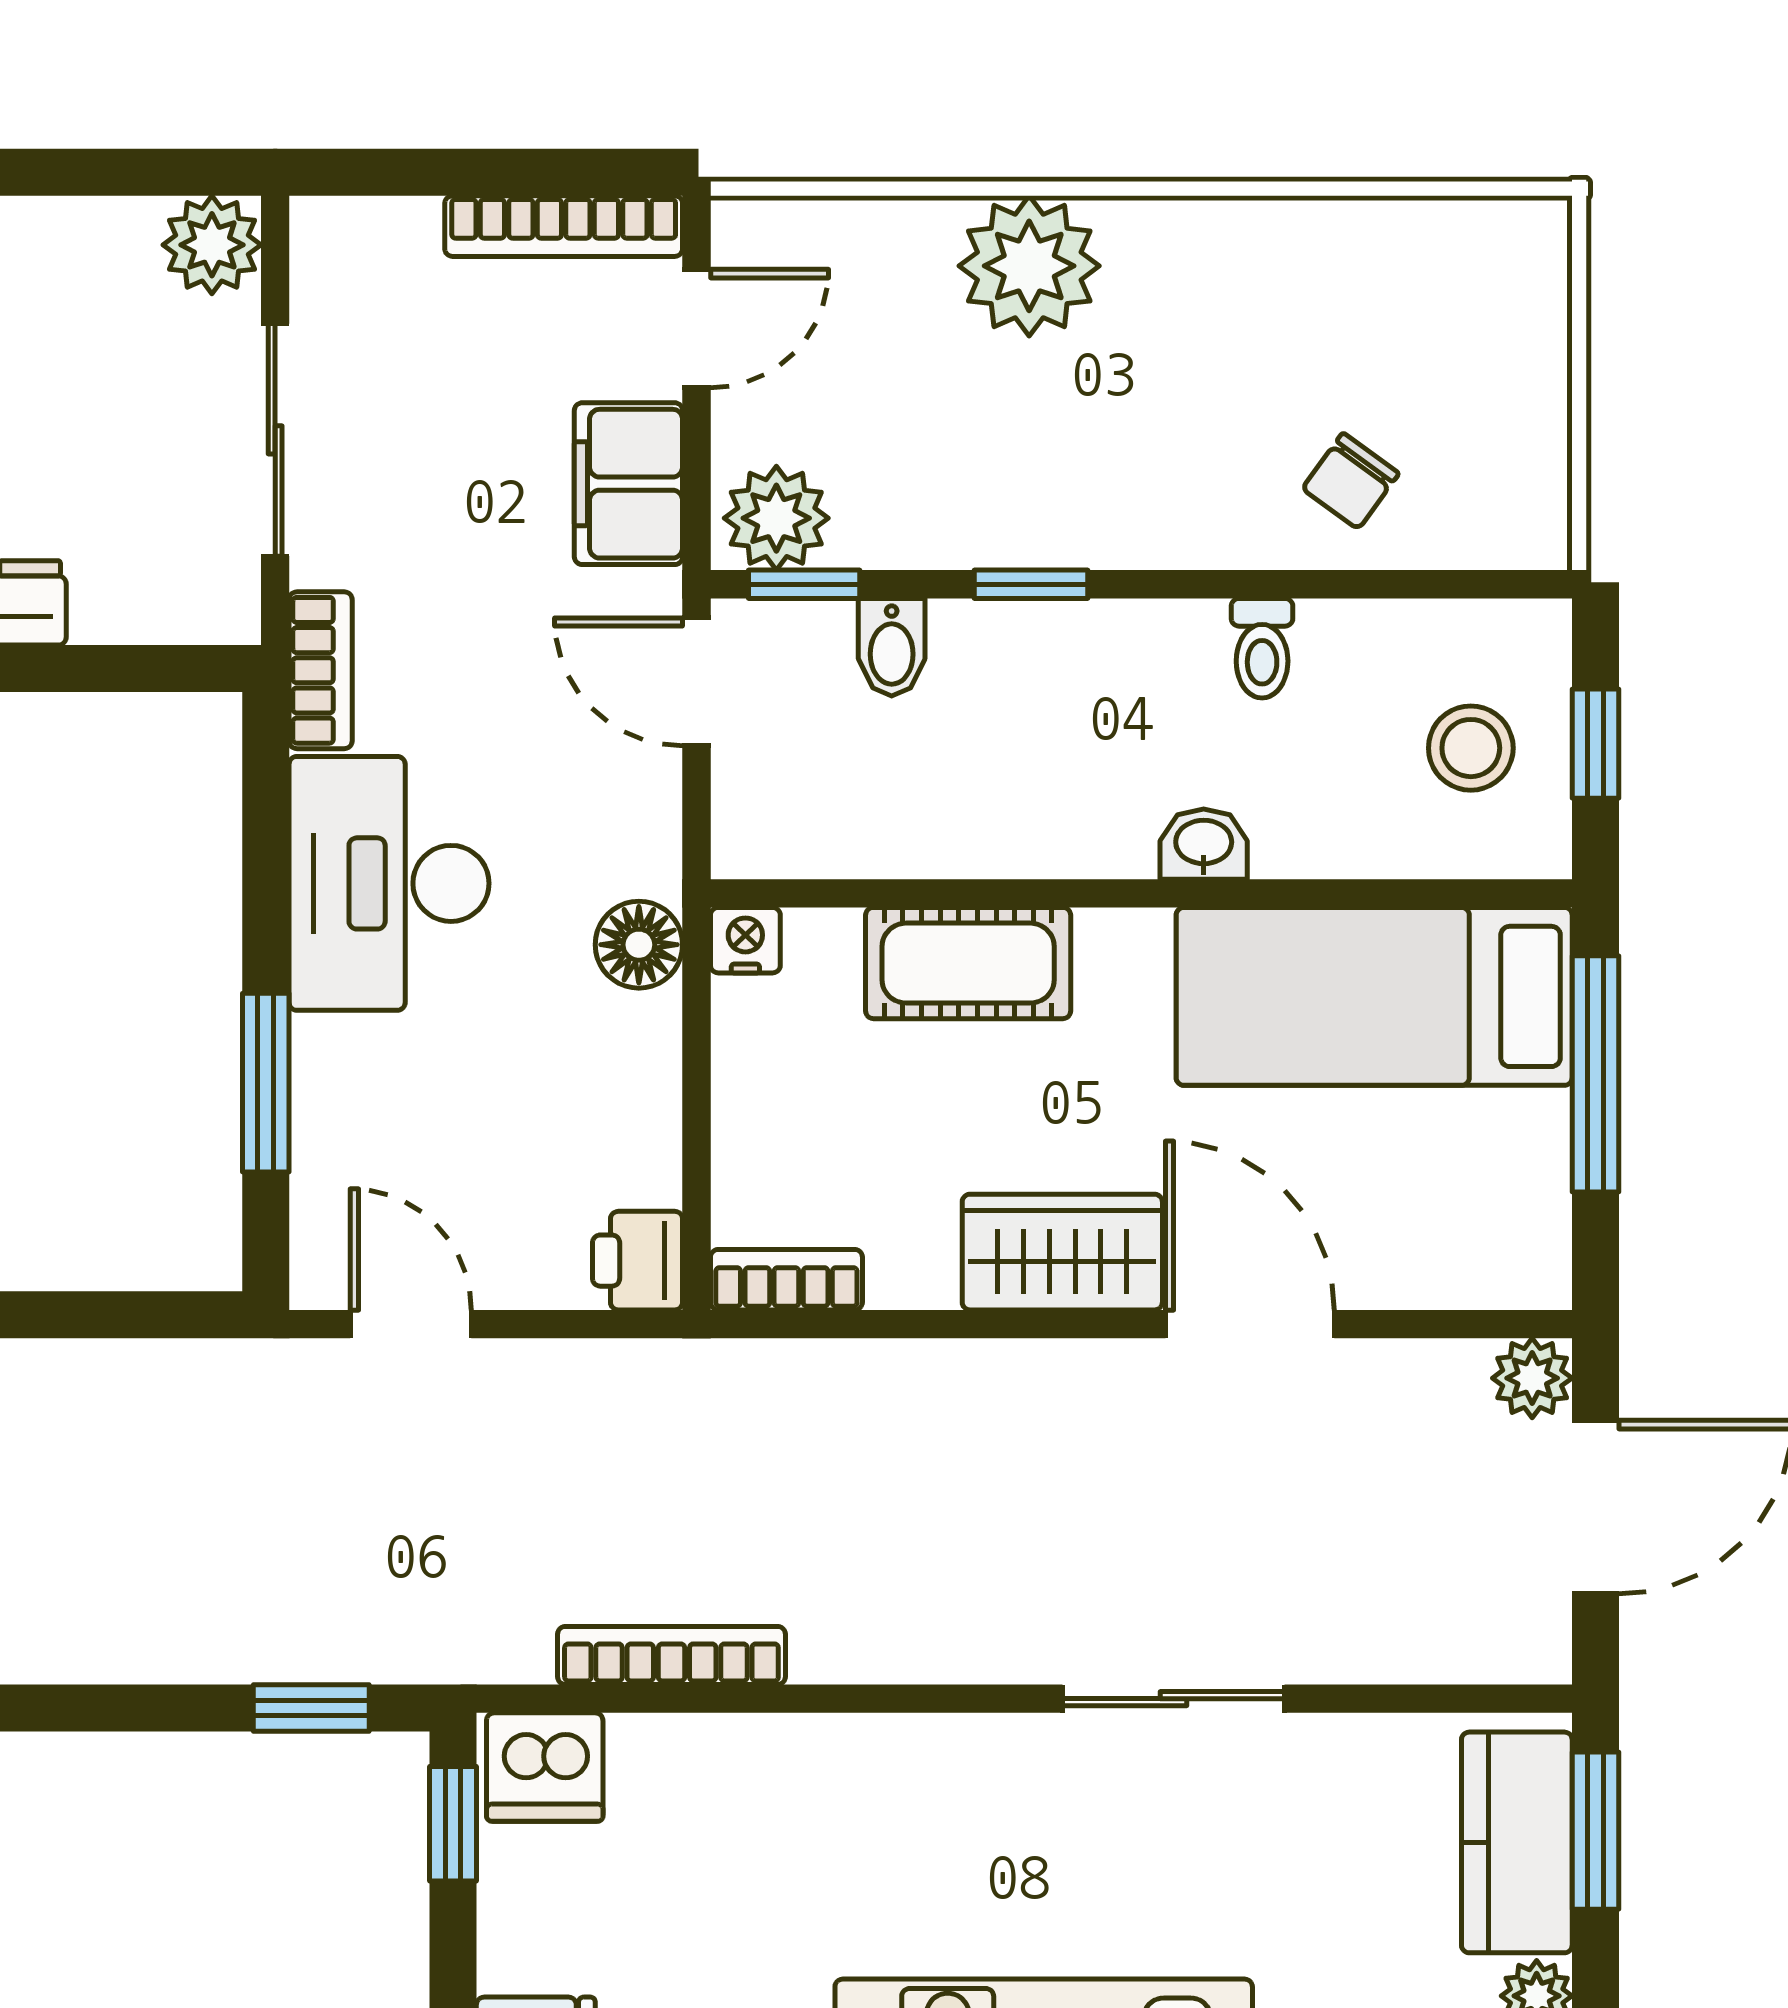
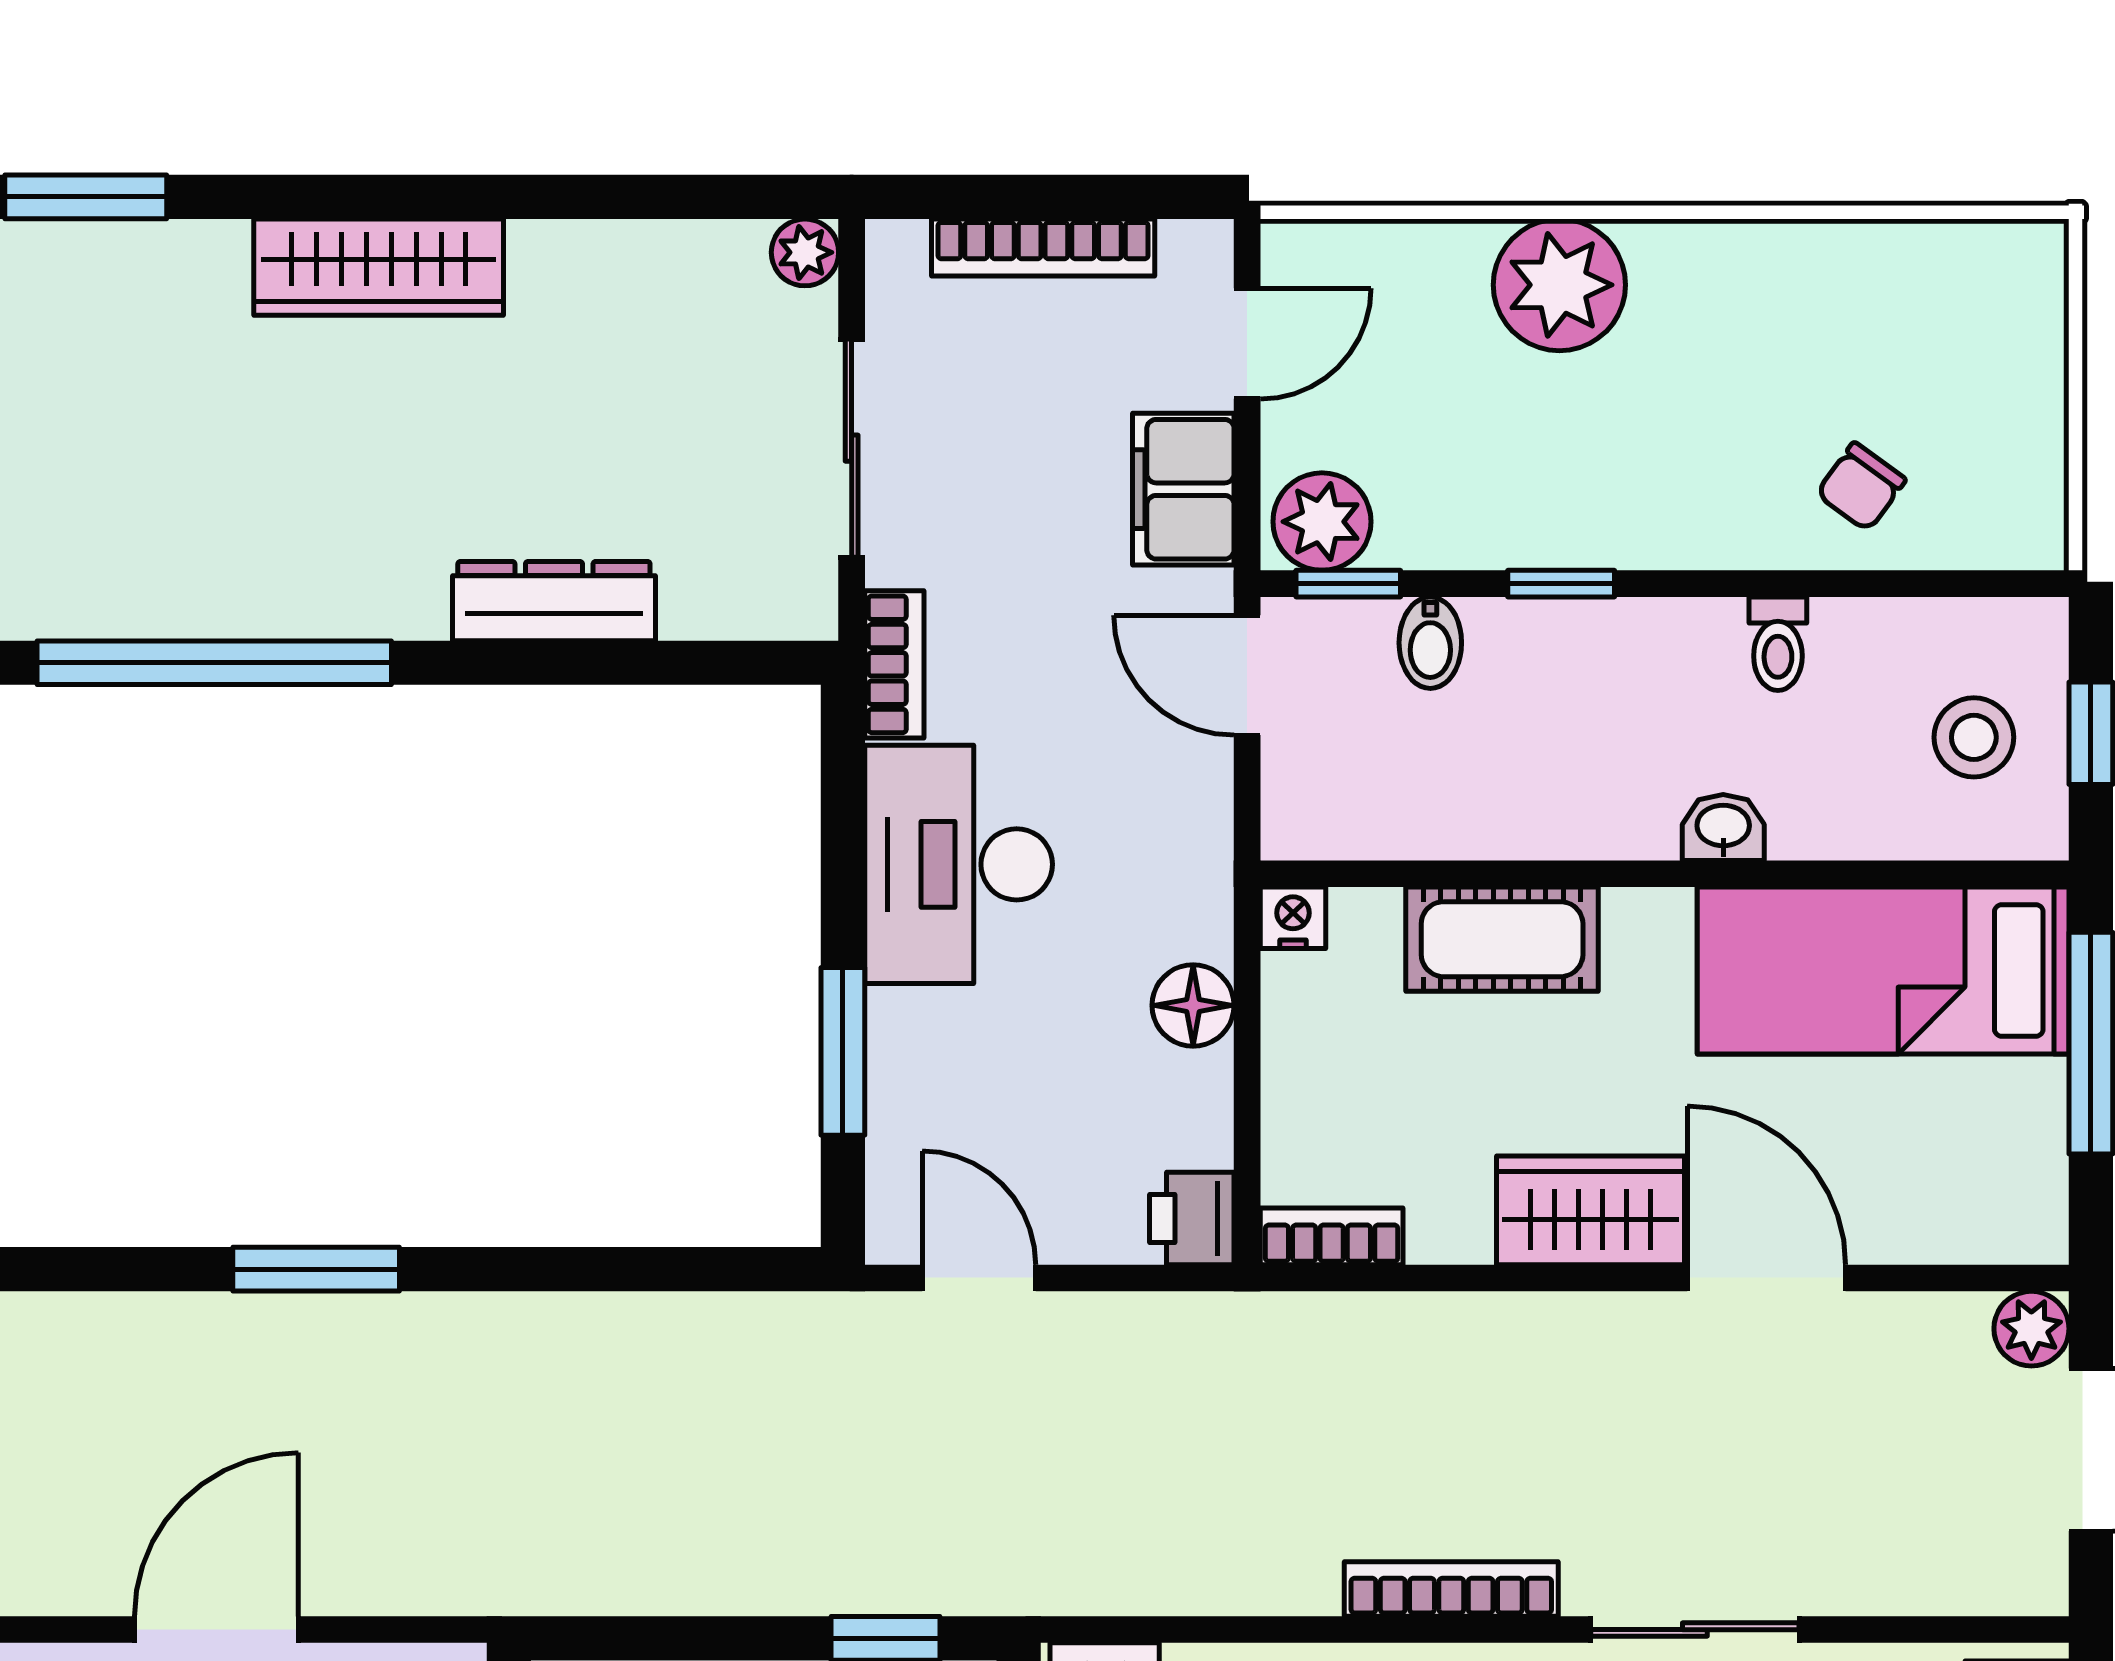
bookcase: (564, 226) -> (1043, 247), moved
plant: (212, 245) -> (805, 252), width x0.73, depth x0.73
floor lamp: (639, 945) -> (1193, 1005), moved
bookcase: (671, 1655) -> (1451, 1589), moved

